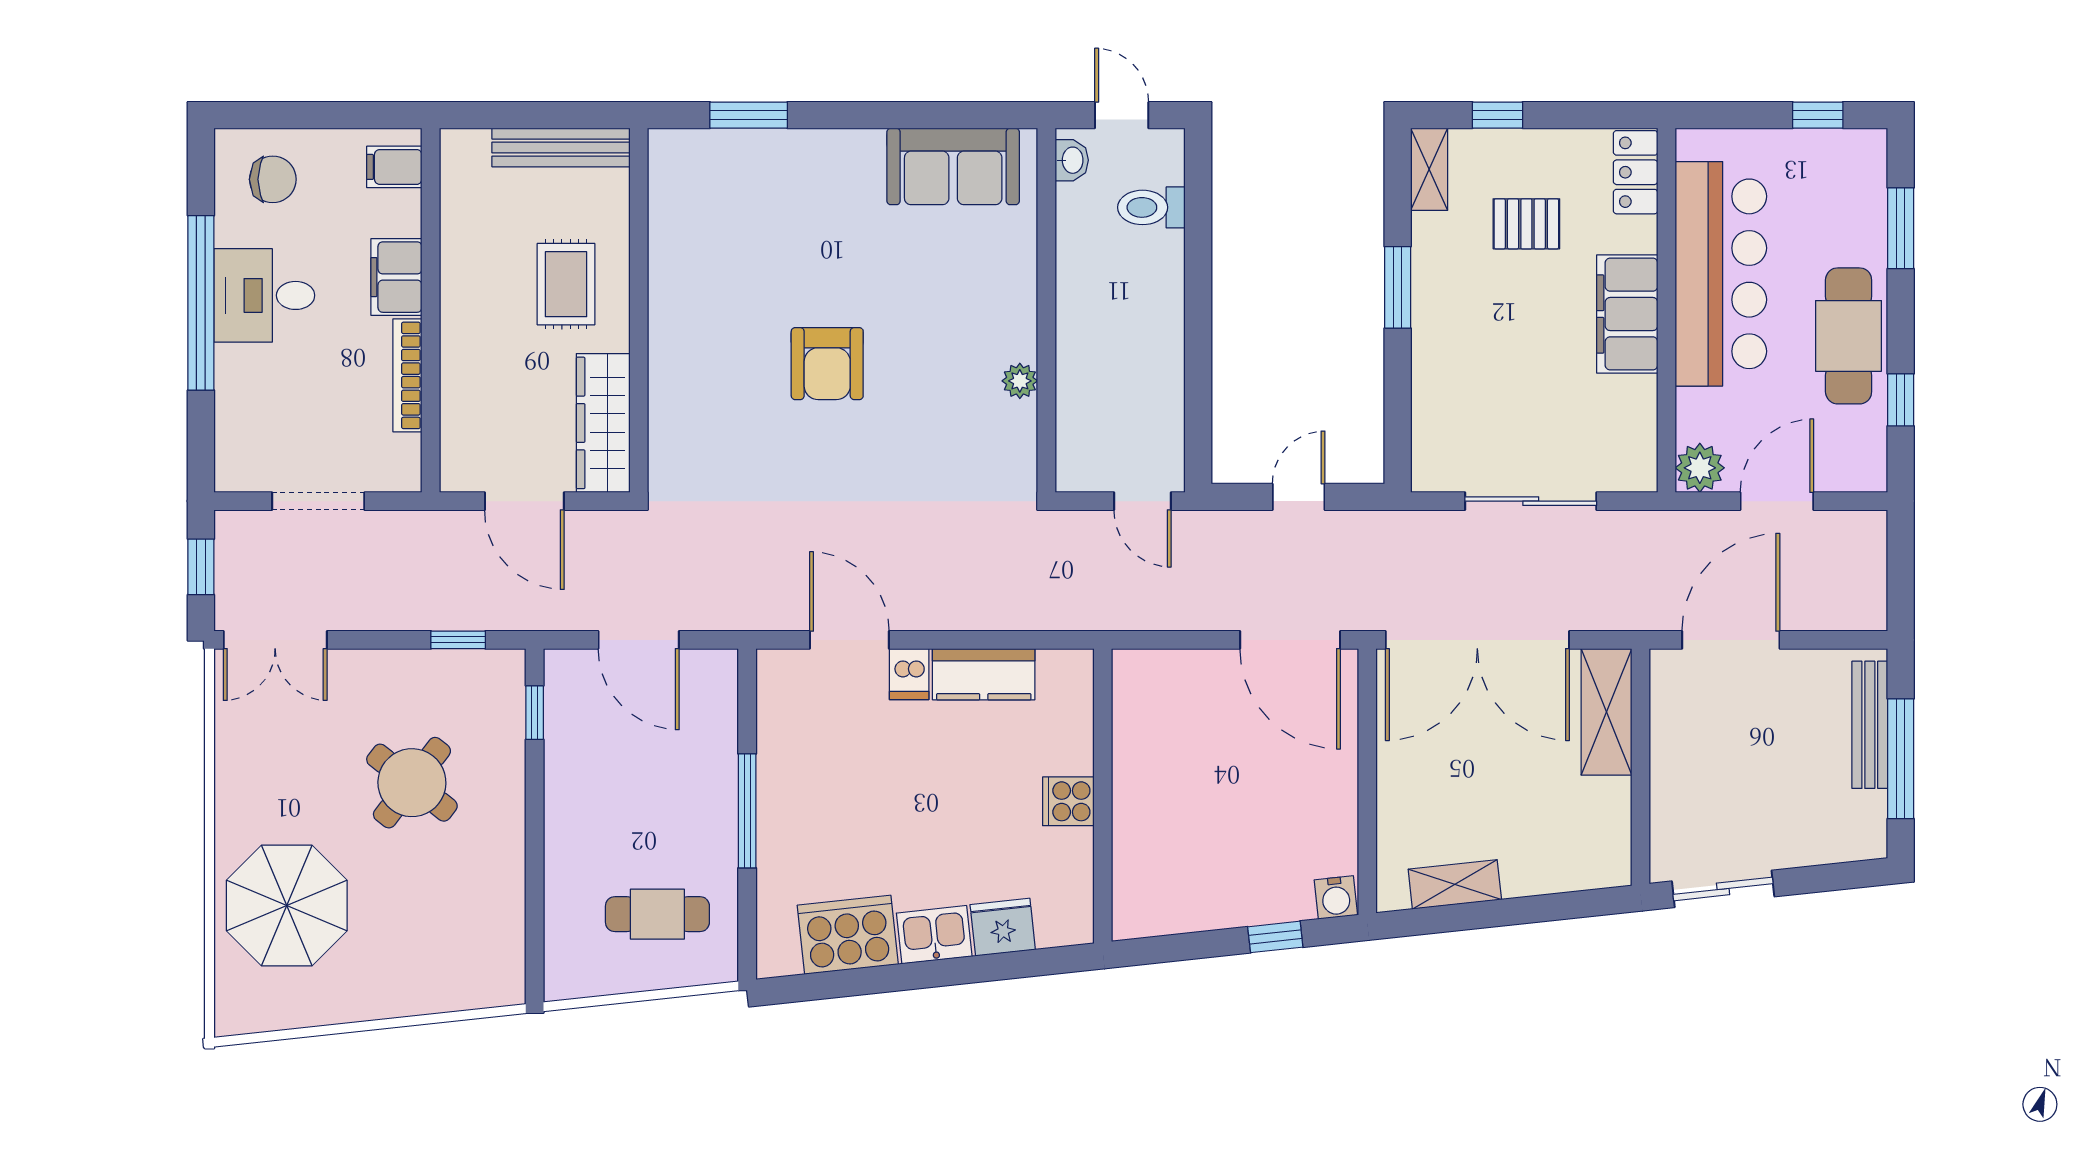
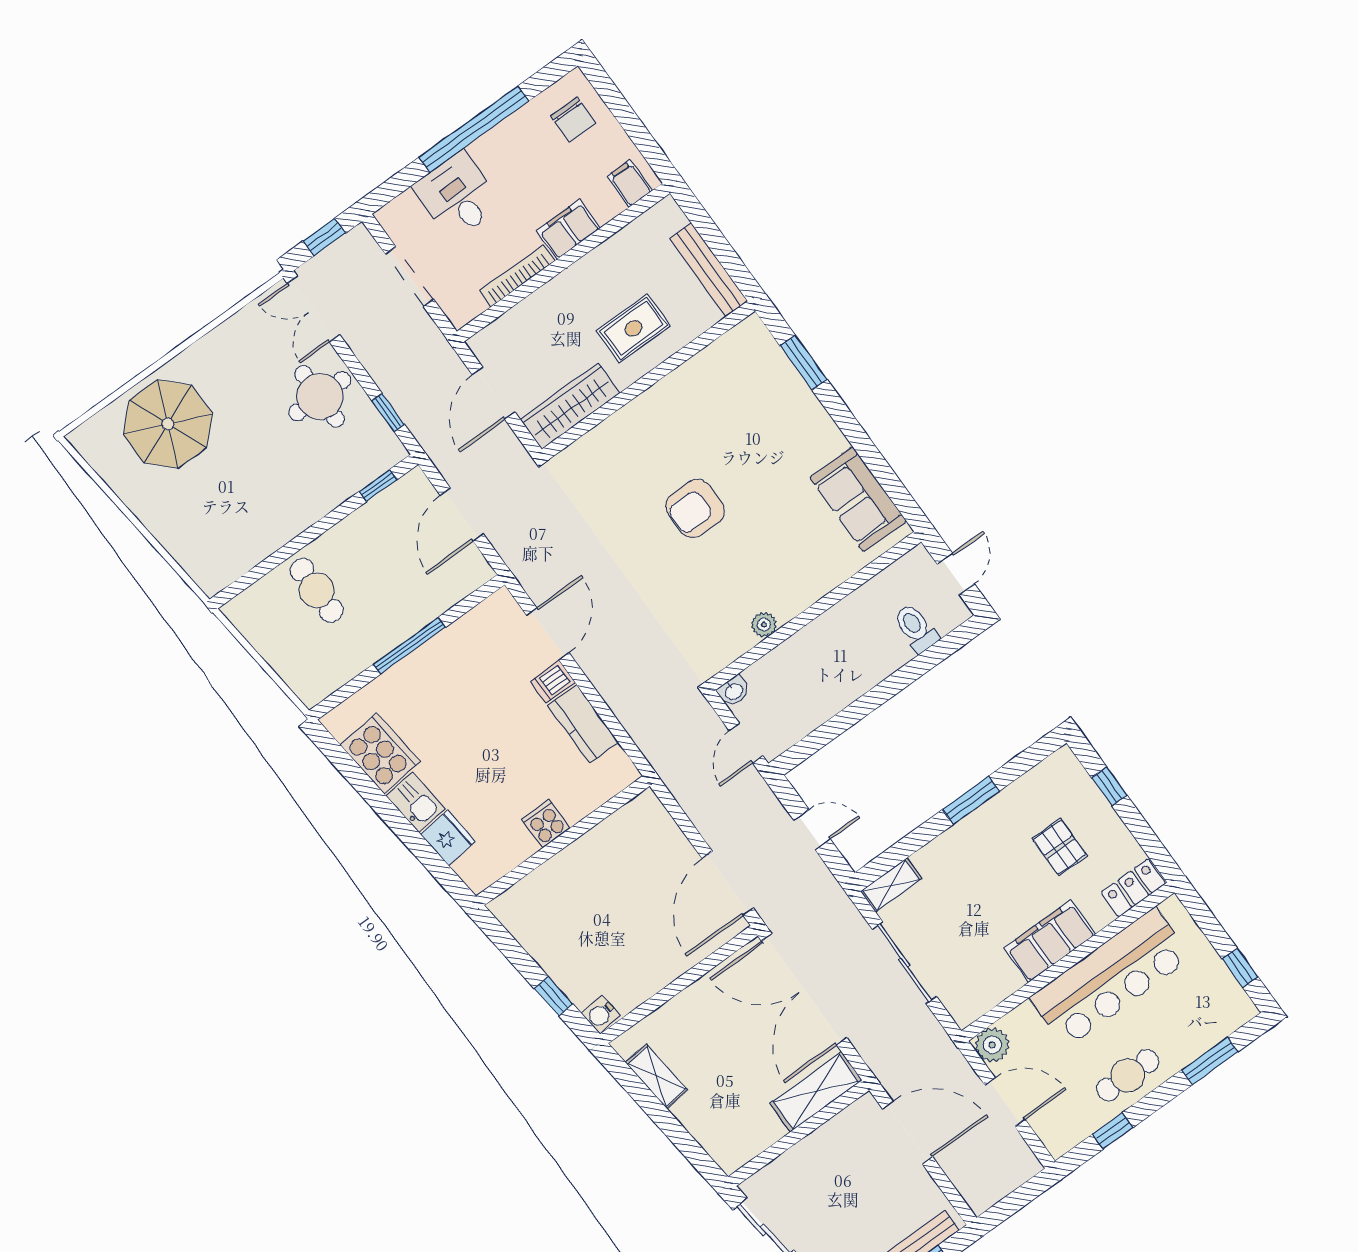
washbasin: (1072, 160) -> (734, 691), moved
shelving: (1429, 169) -> (891, 885), moved
desk: (264, 295) -> (457, 196), moved
cafe table: (1849, 336) -> (1128, 1075), width x0.73, depth x0.74
round table: (412, 783) -> (320, 396), moved, turned -38
cafe table: (657, 914) -> (317, 590), moved

